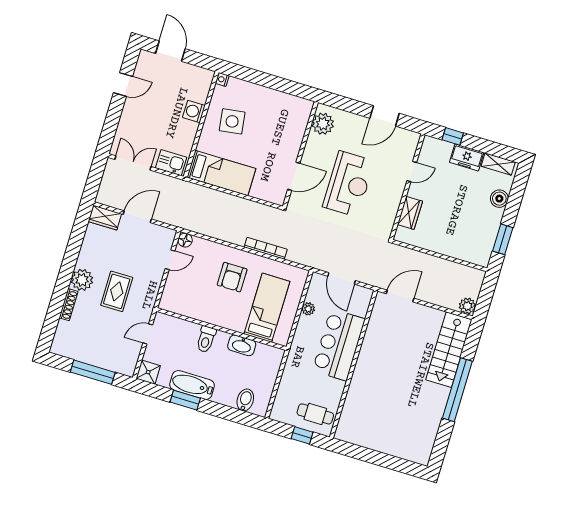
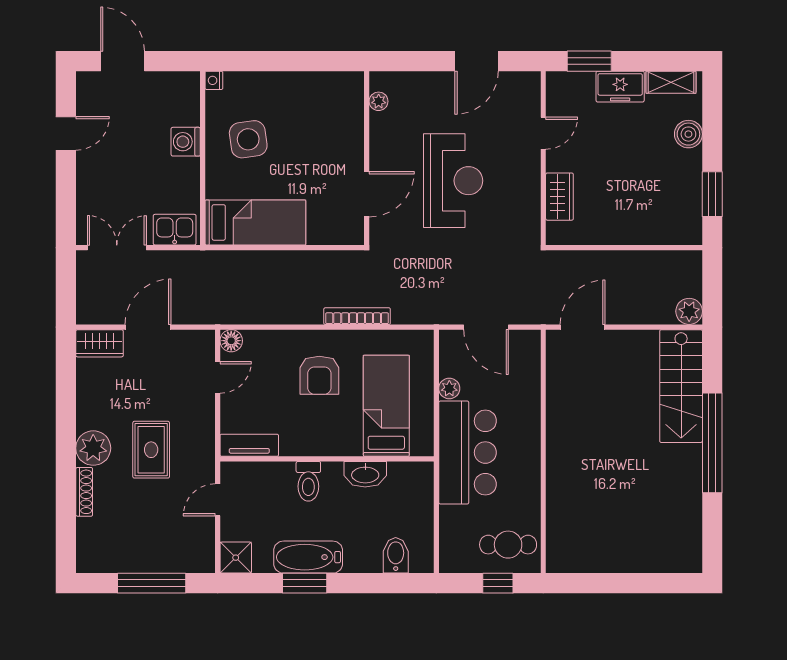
plant: (323, 124) -> (379, 101), width x0.53, depth x0.53
window: (453, 136) -> (589, 61), width x1.50
tv unit: (177, 307) -> (249, 445), added
bar counter: (339, 345) -> (468, 453), moved, turned 180

